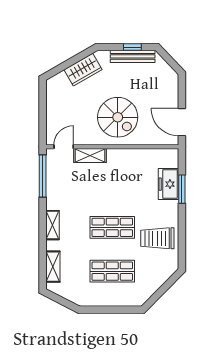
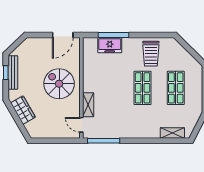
spiral stairs: (118, 117) -> (59, 84), turned -90
window: (182, 189) -> (113, 35), width x1.44
shelving: (52, 225) -> (141, 133), removed

